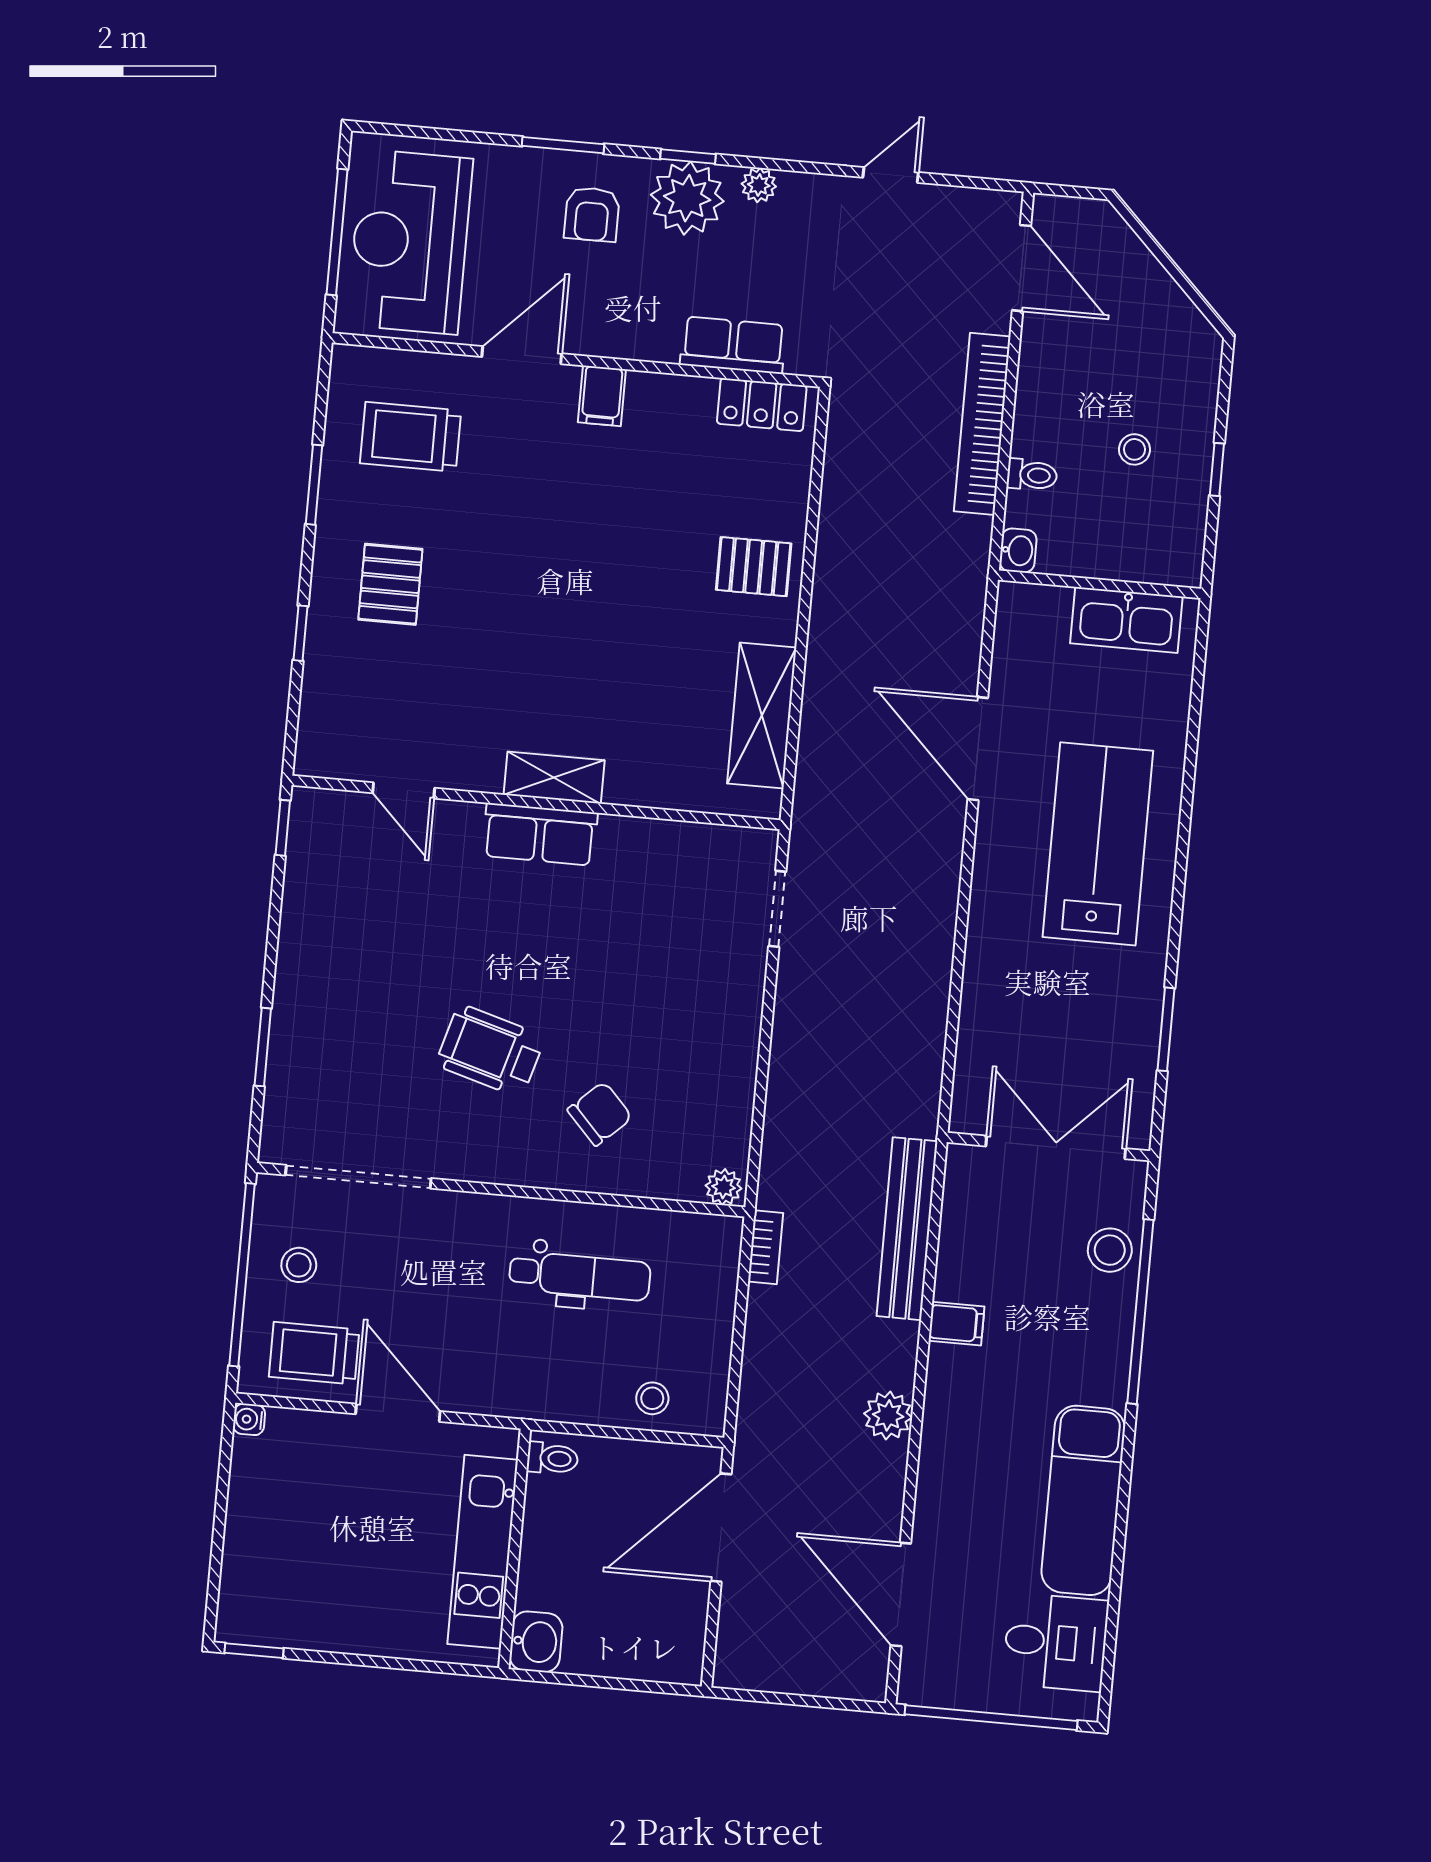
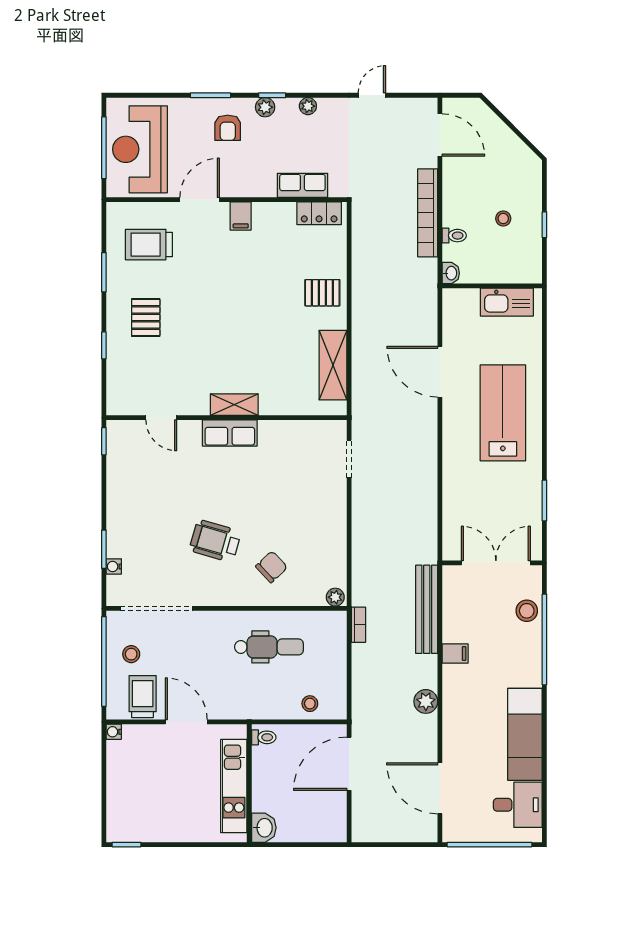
plant: (687, 198) -> (265, 107), width x0.53, depth x0.53
water cooler: (280, 1084) -> (114, 566), added
trolley: (314, 1353) -> (143, 697), turned 90

